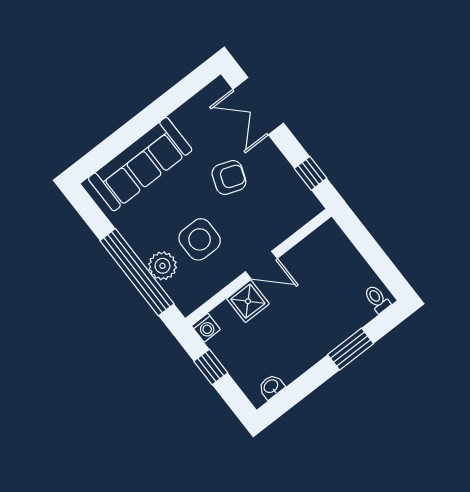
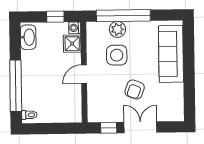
double door: (258, 106) -> (140, 127), moved
shower: (248, 301) -> (72, 44), moved
window: (351, 349) -> (16, 86), width x2.11
washbasin: (271, 387) -> (28, 37), width x1.91, depth x1.45

